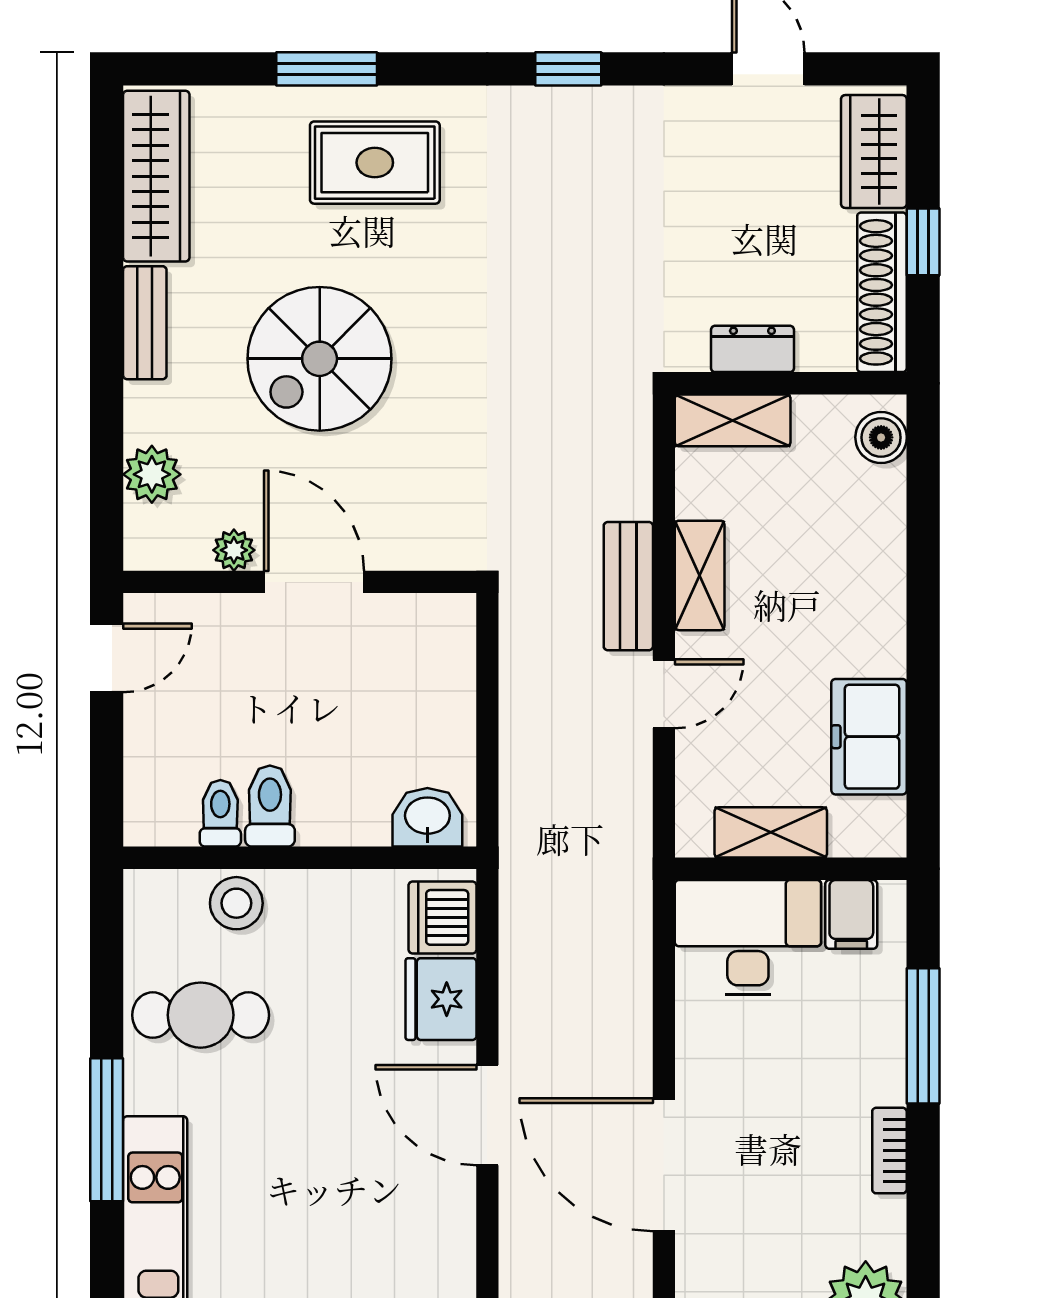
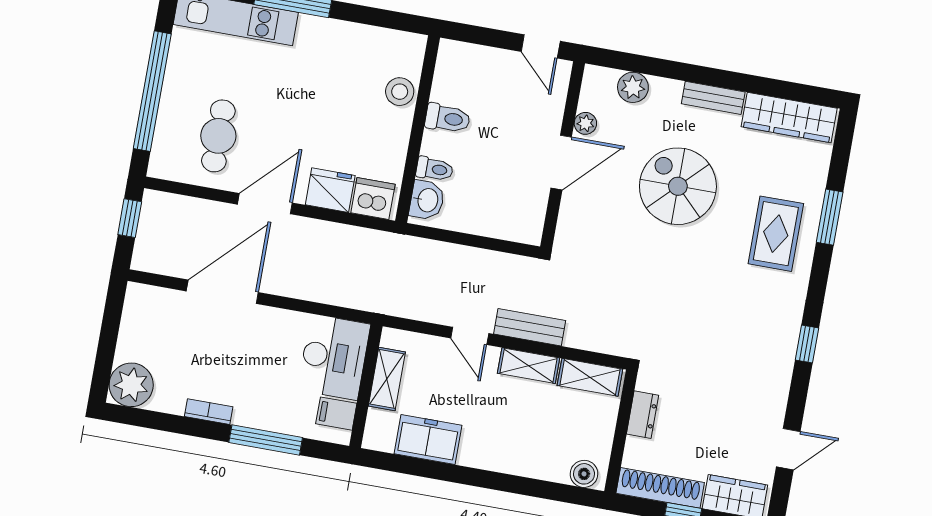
shelving: (733, 420) -> (590, 377), moved, turned 90
toilet: (220, 813) -> (435, 169), moved
cafe table: (201, 1015) -> (218, 136), moved

